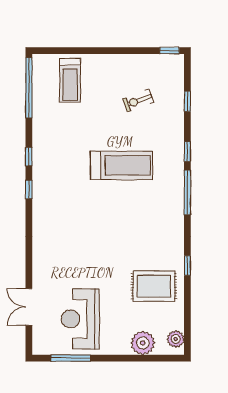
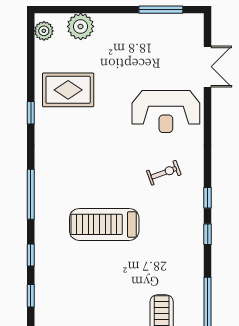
exercise bike: (138, 101) -> (164, 173), moved
window: (187, 152) -> (31, 255), moved
reception desk: (80, 319) -> (166, 112), moved, turned 90

